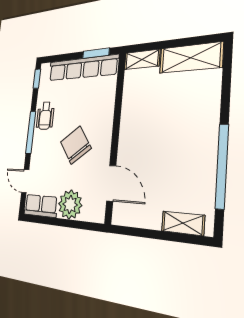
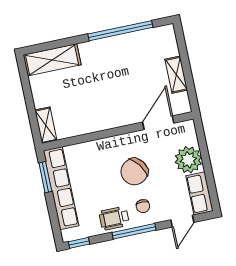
shelving: (191, 58) -> (52, 60), moved, turned 90
wheelchair: (45, 116) -> (114, 218), turned 180
chair: (46, 146) -> (143, 206), added
shelving: (183, 223) -> (176, 75), moved

